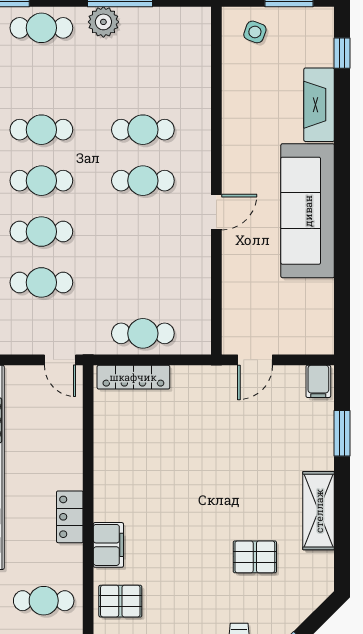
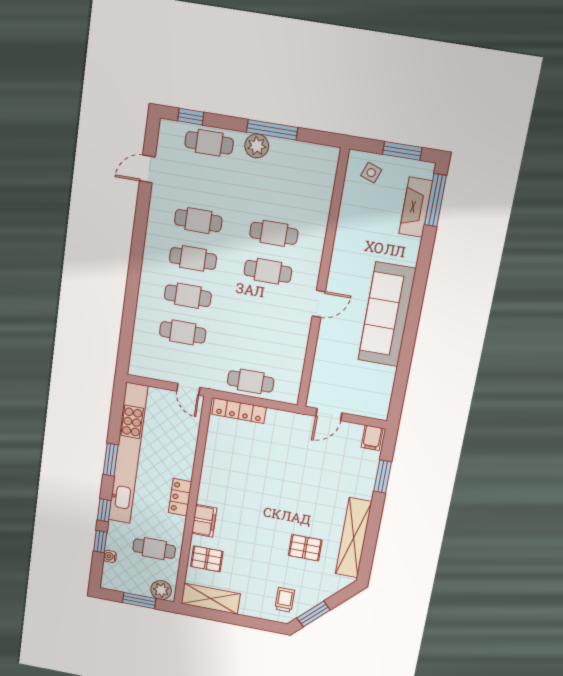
window: (342, 53) -> (435, 200), width x2.17
fireplace: (319, 105) -> (416, 207), moved
shelving: (319, 511) -> (354, 538), width x1.47

